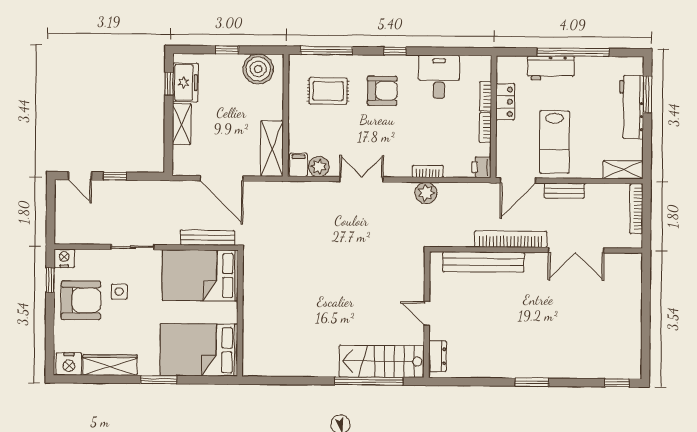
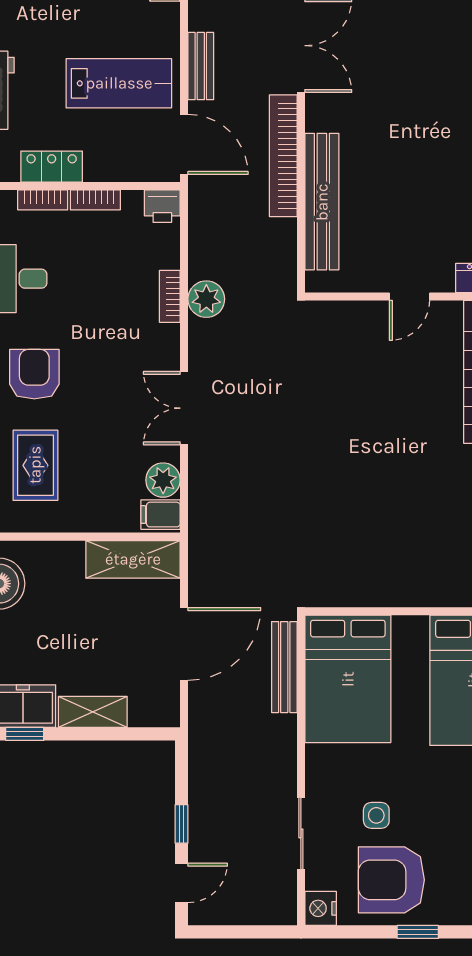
sliding door: (133, 247) -> (301, 833), moved
window: (50, 280) -> (418, 932), moved
armchair: (81, 300) -> (391, 880), turned -90

